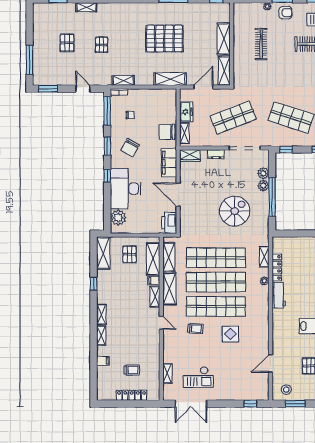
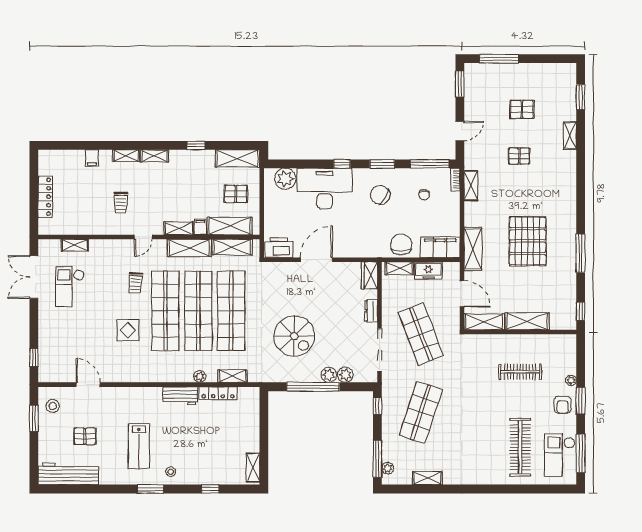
filing cabinet: (169, 163) -> (440, 247), moved
trolley: (132, 370) -> (121, 203), moved

